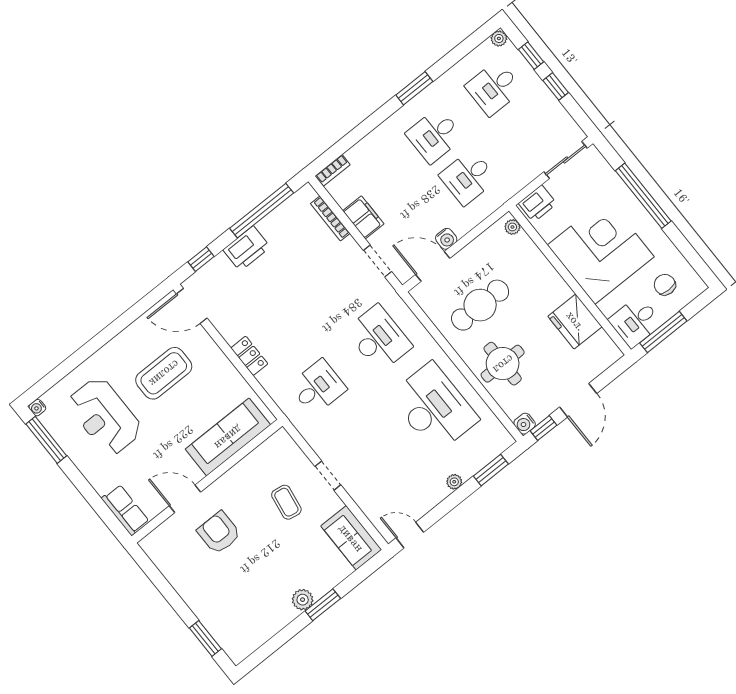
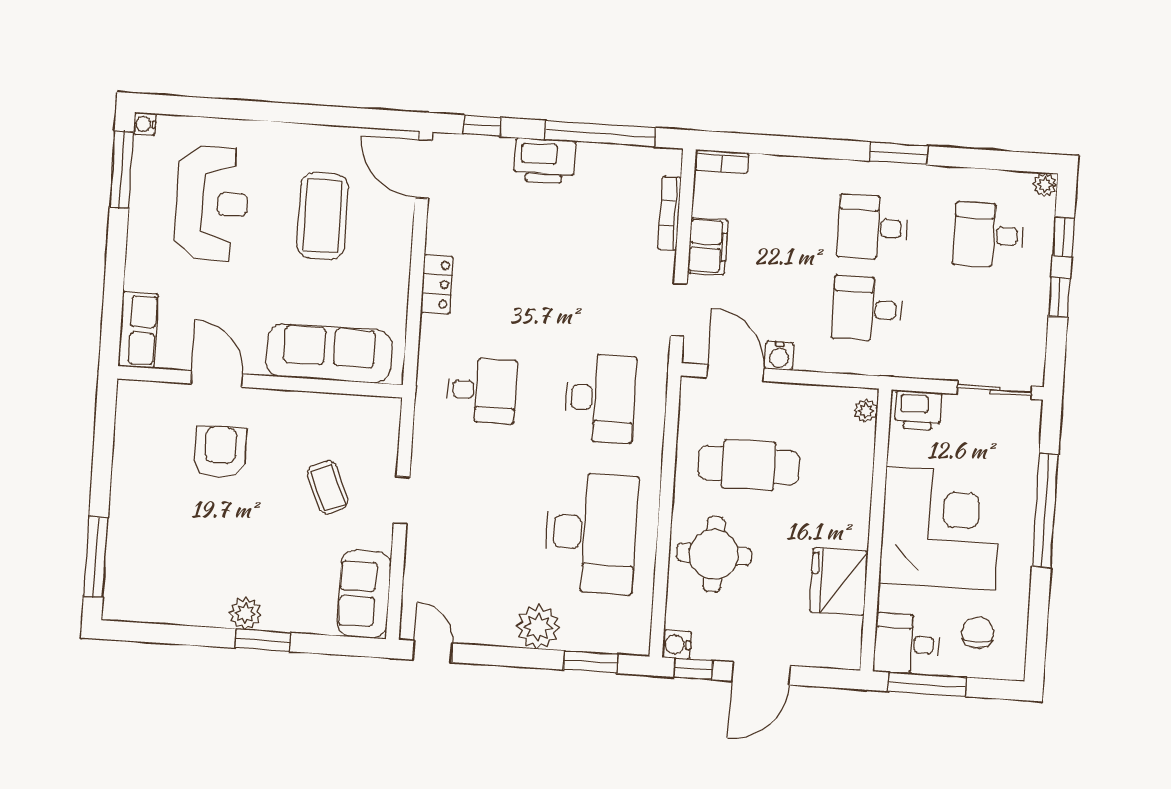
coffee table: (164, 373) -> (323, 216), turned 90
reception desk: (105, 416) -> (212, 203), turned 180
plant: (454, 482) -> (538, 627), width x1.88, depth x1.88
coffee table: (286, 502) -> (328, 487), turned -32
window: (205, 638) -> (96, 557), width x1.44

